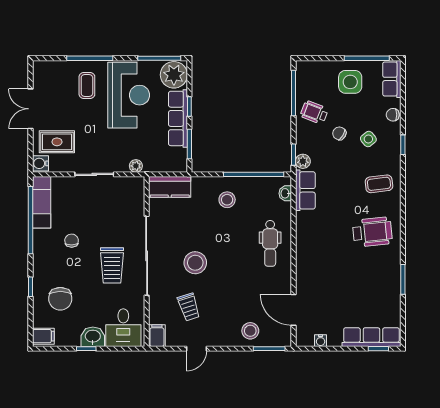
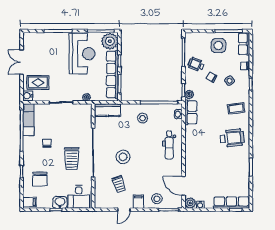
coffee table: (87, 85) -> (56, 48), removed
row of seats: (178, 118) -> (112, 75), width x1.36
filing cabinet: (157, 336) -> (138, 202), moved
plant: (304, 338) -> (190, 203), added

